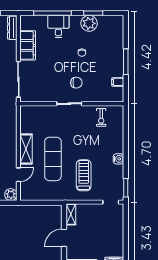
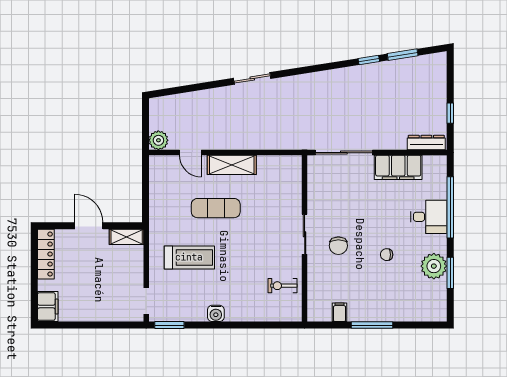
exercise mat: (53, 159) -> (216, 208), width x0.73, depth x0.69

